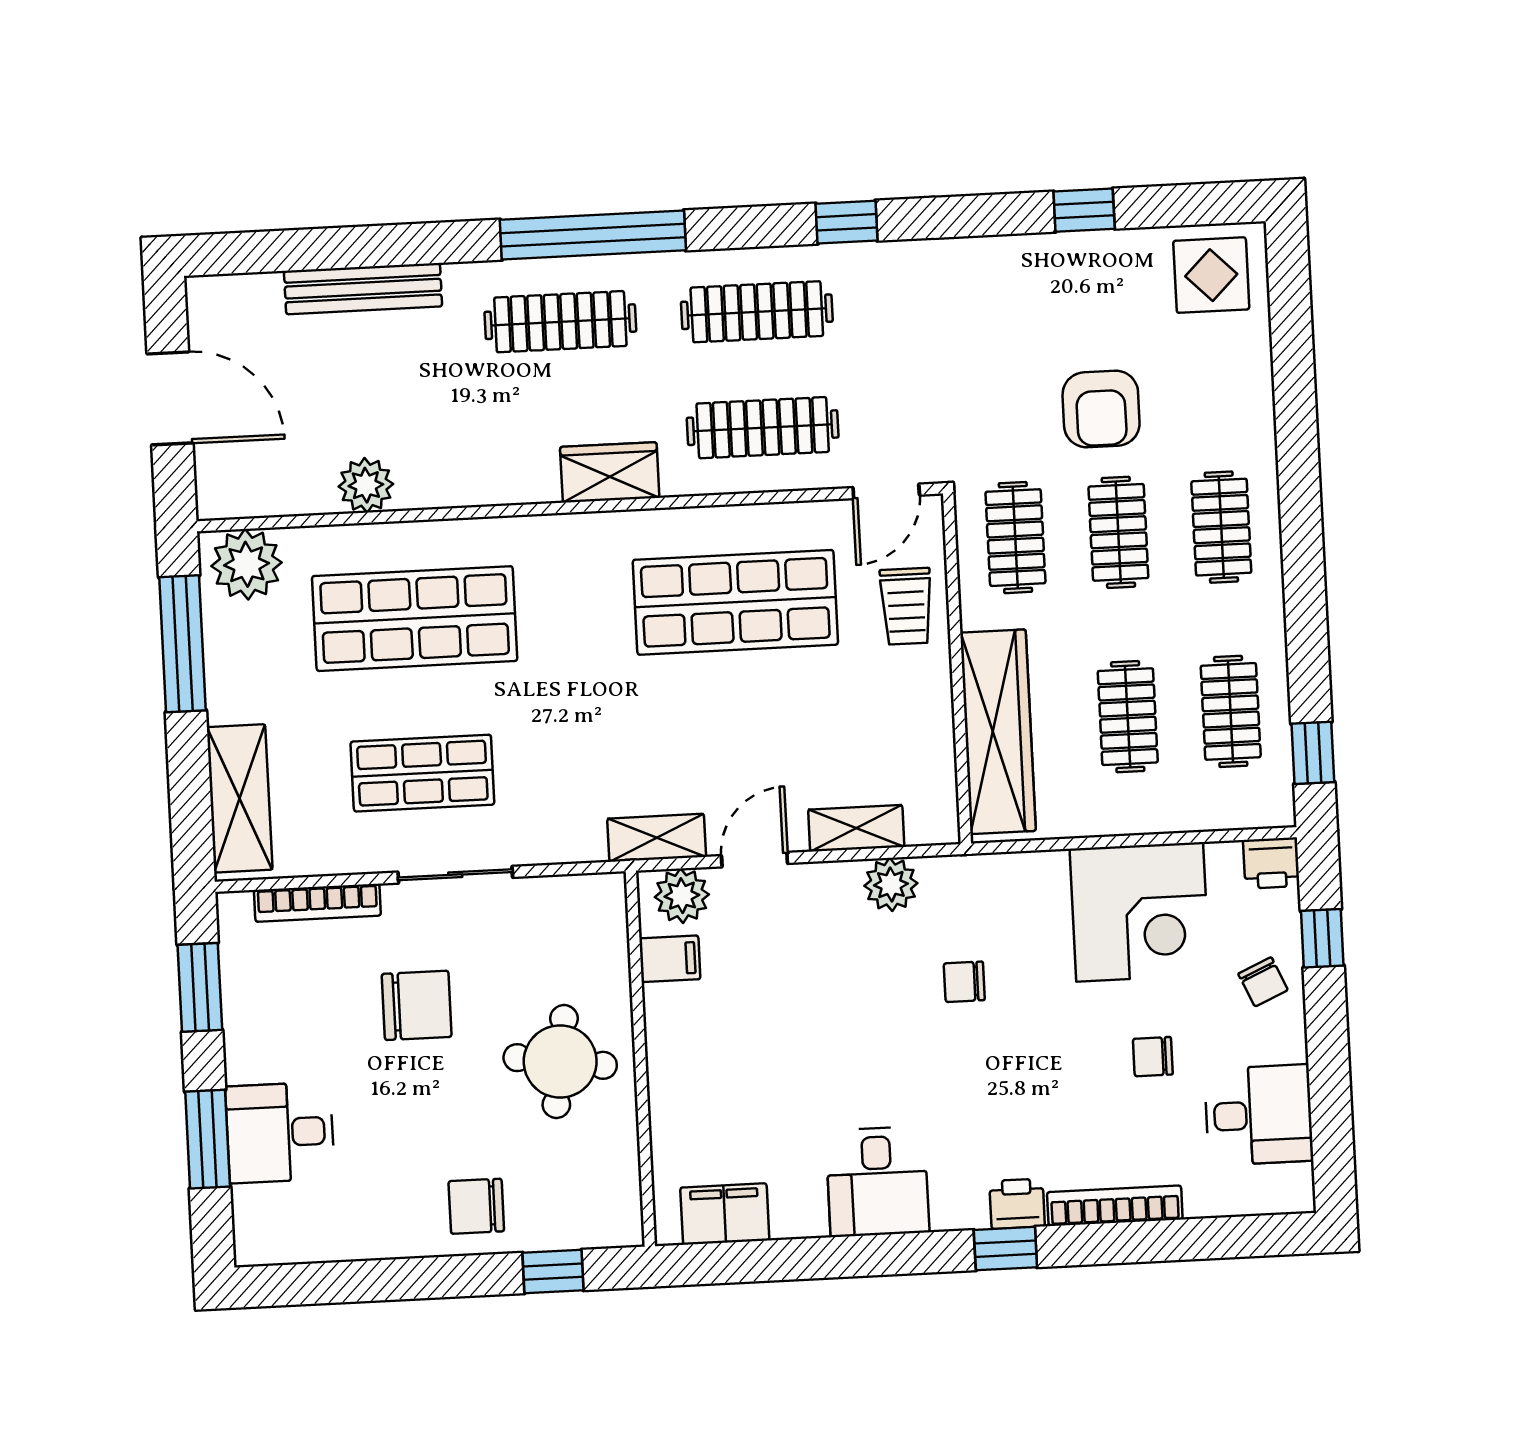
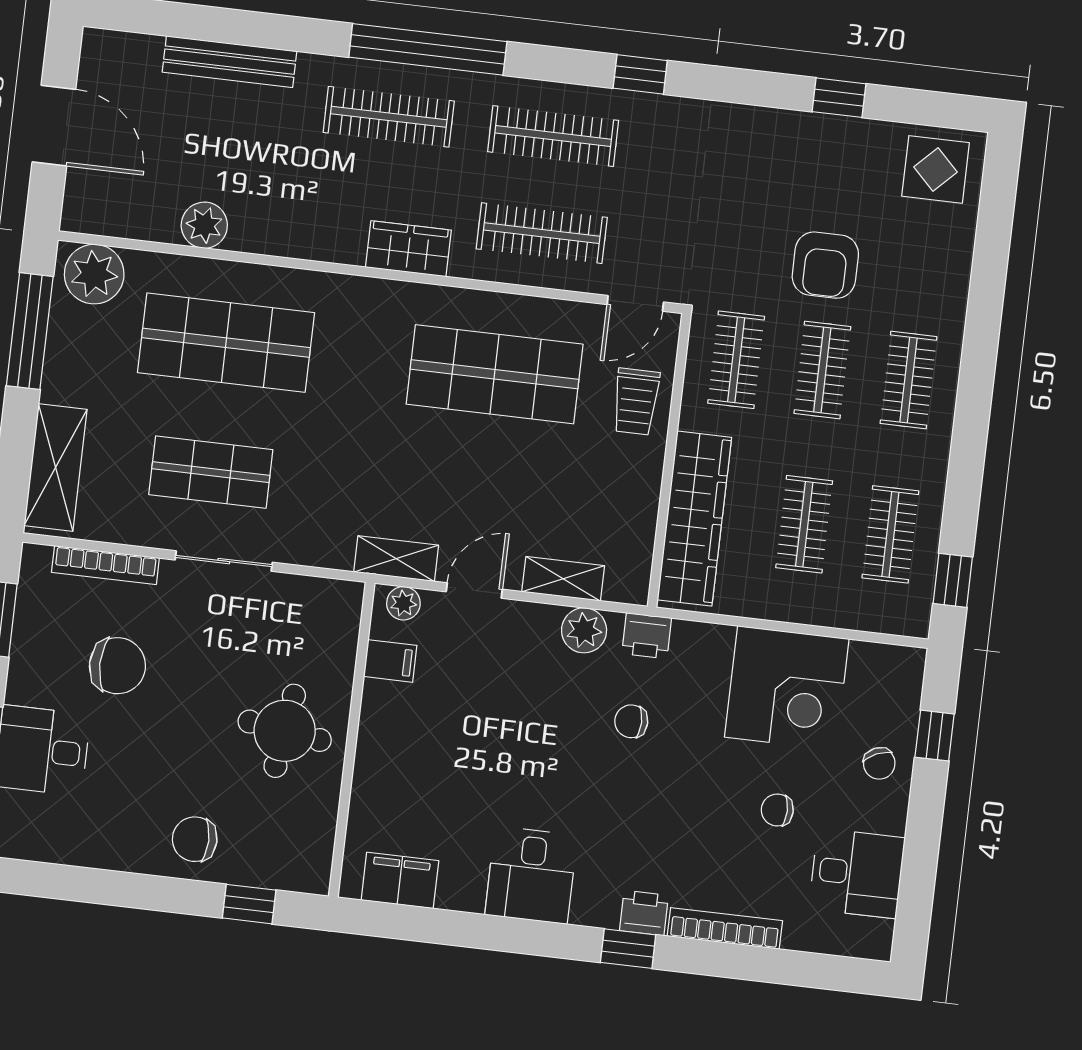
printer: (1271, 863) -> (647, 636), moved
plant: (682, 896) -> (403, 603), width x0.73, depth x0.73
chair: (417, 1005) -> (117, 666), moved

